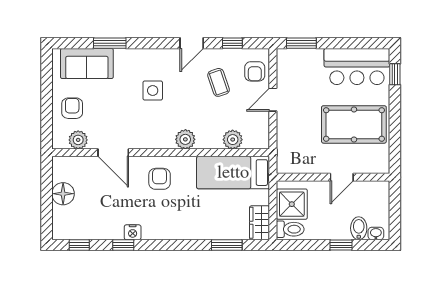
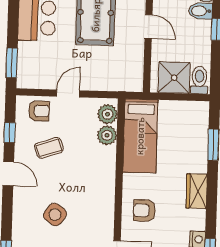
side table: (153, 91) -> (55, 215), turned 36
door: (273, 100) -> (68, 93), swing flipped
plant: (185, 139) -> (108, 114), moved
wardrobe: (260, 223) -> (197, 191), moved, turned 90

